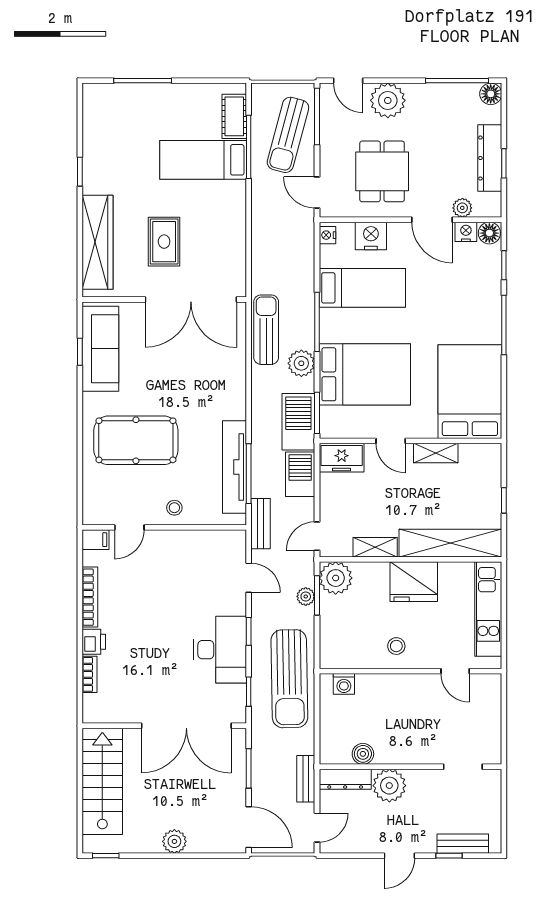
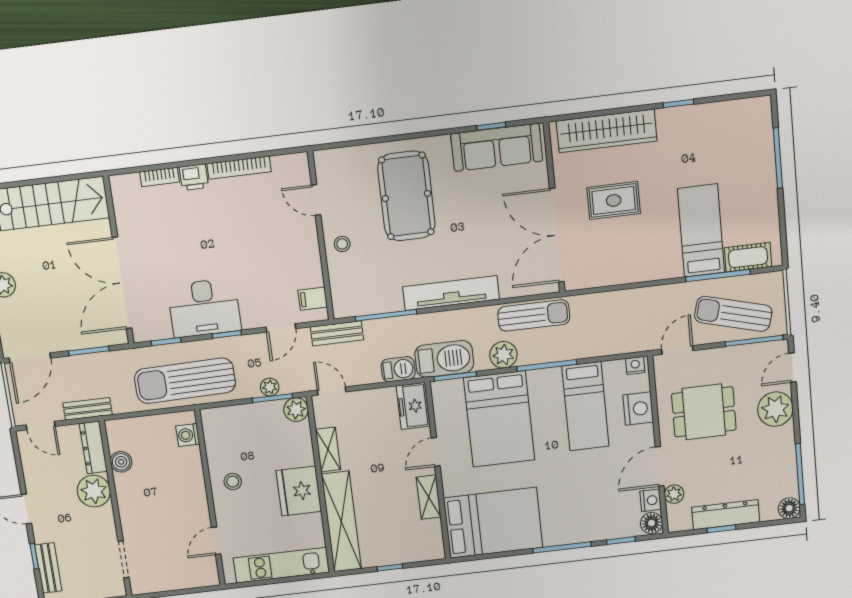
tv unit: (234, 467) -> (451, 293), moved
barbecue: (300, 474) -> (398, 369), width x0.73, depth x0.79
filing cabinet: (96, 540) -> (313, 299), moved, turned 90
plant: (336, 578) -> (296, 410), width x0.73, depth x0.73

